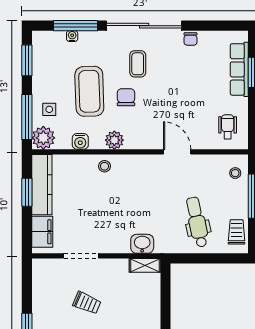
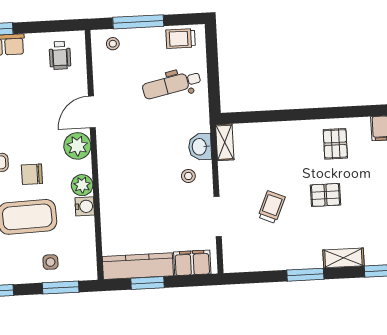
window: (27, 117) -> (61, 287), width x0.69
wheelchair: (228, 127) -> (60, 55), turned -90
plant: (43, 138) -> (77, 146), moved
water cooler: (80, 141) -> (85, 206), moved
stool: (104, 166) -> (188, 176), moved

